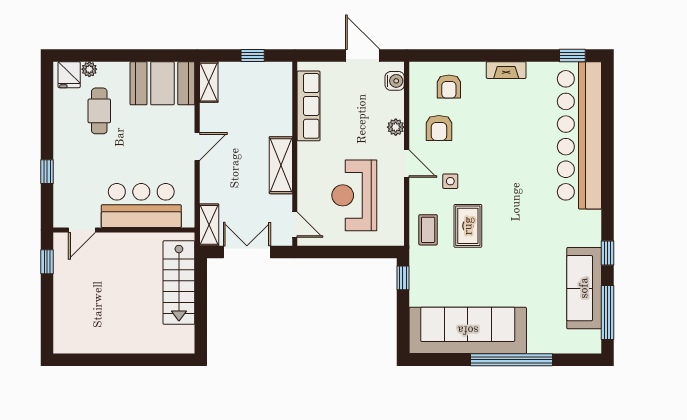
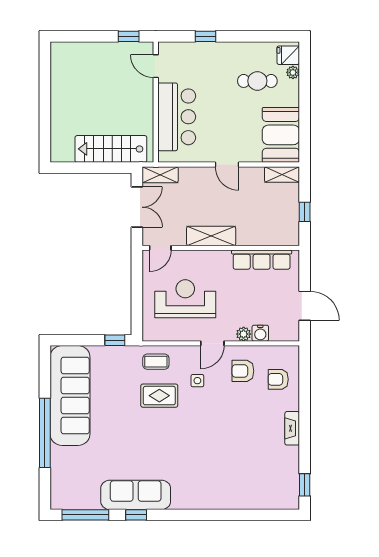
door: (363, 56) -> (305, 306), hinge flipped
water cooler: (395, 81) -> (260, 333), moved
bar counter: (579, 135) -> (237, 491), removed
sofa: (584, 288) -> (136, 495), moved

